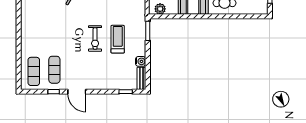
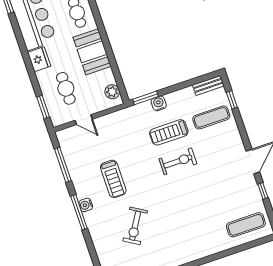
water cooler: (141, 61) -> (159, 103), moved
exercise mat: (54, 70) -> (211, 117), moved

